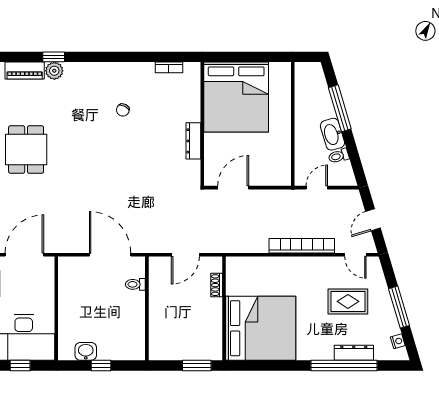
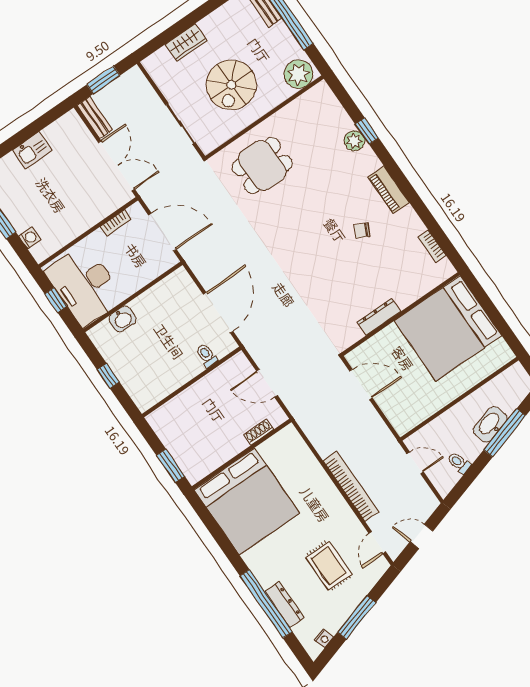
piano: (25, 71) -> (389, 190), moved
washbasin: (332, 134) -> (490, 424), moved
washbasin: (86, 351) -> (122, 319), moved, turned 90

